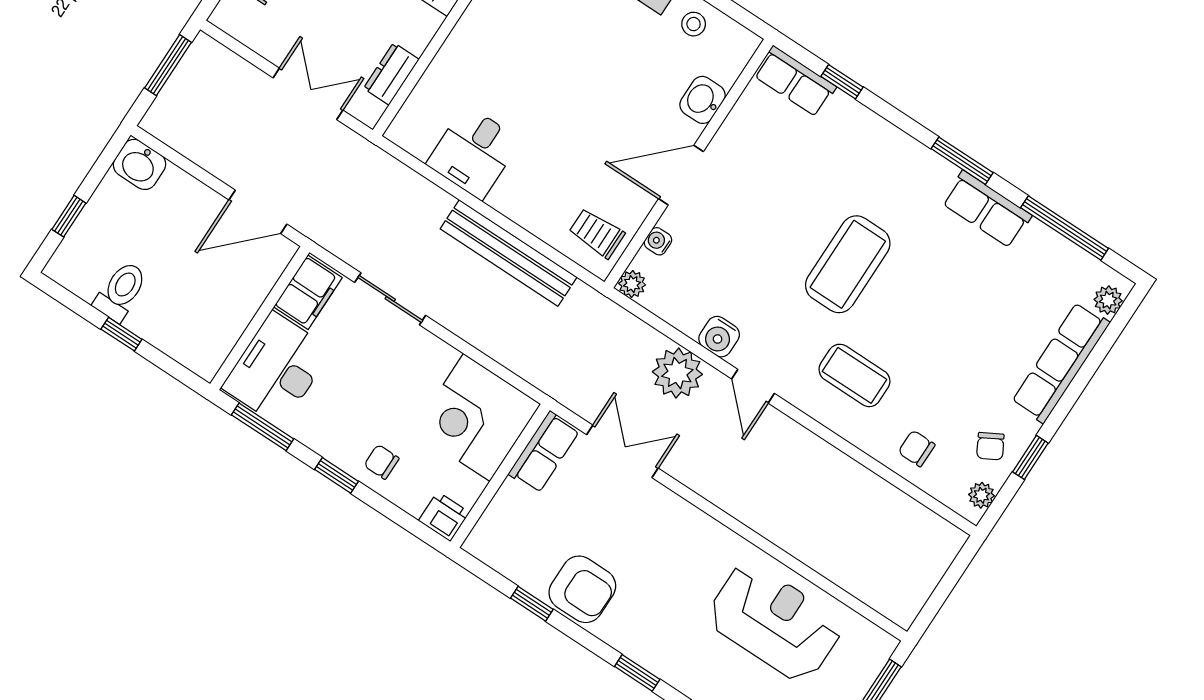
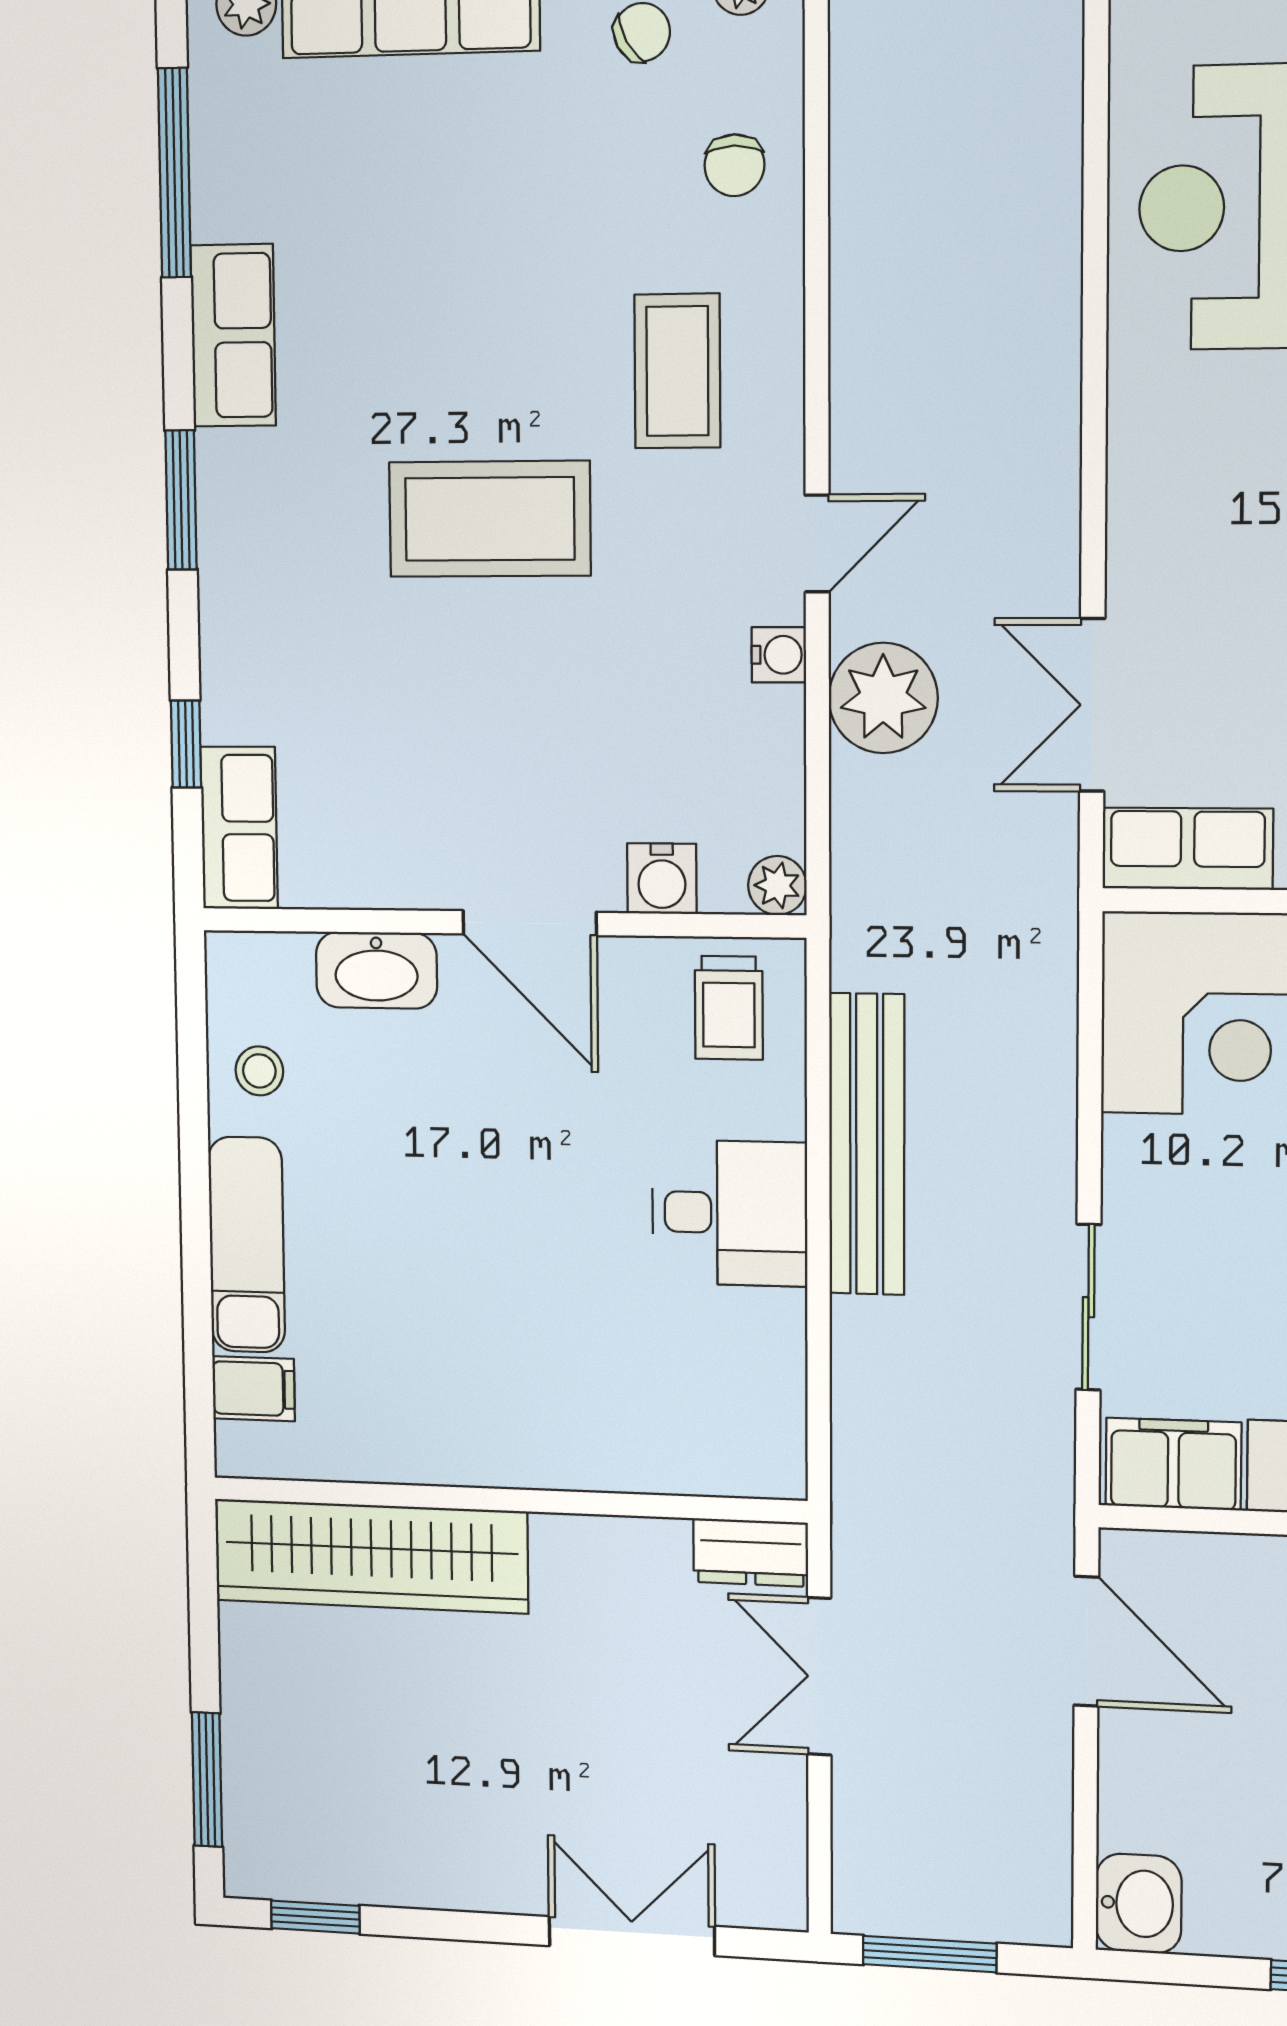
dresser: (391, 74) -> (751, 1552), moved
washbasin: (703, 100) -> (376, 970), width x1.38
desk: (474, 152) -> (730, 1213), moved
window: (962, 161) -> (181, 500), moved
water cooler: (658, 241) -> (662, 879), width x1.38, depth x1.38
water cooler: (719, 337) -> (779, 655), width x0.72, depth x0.72

